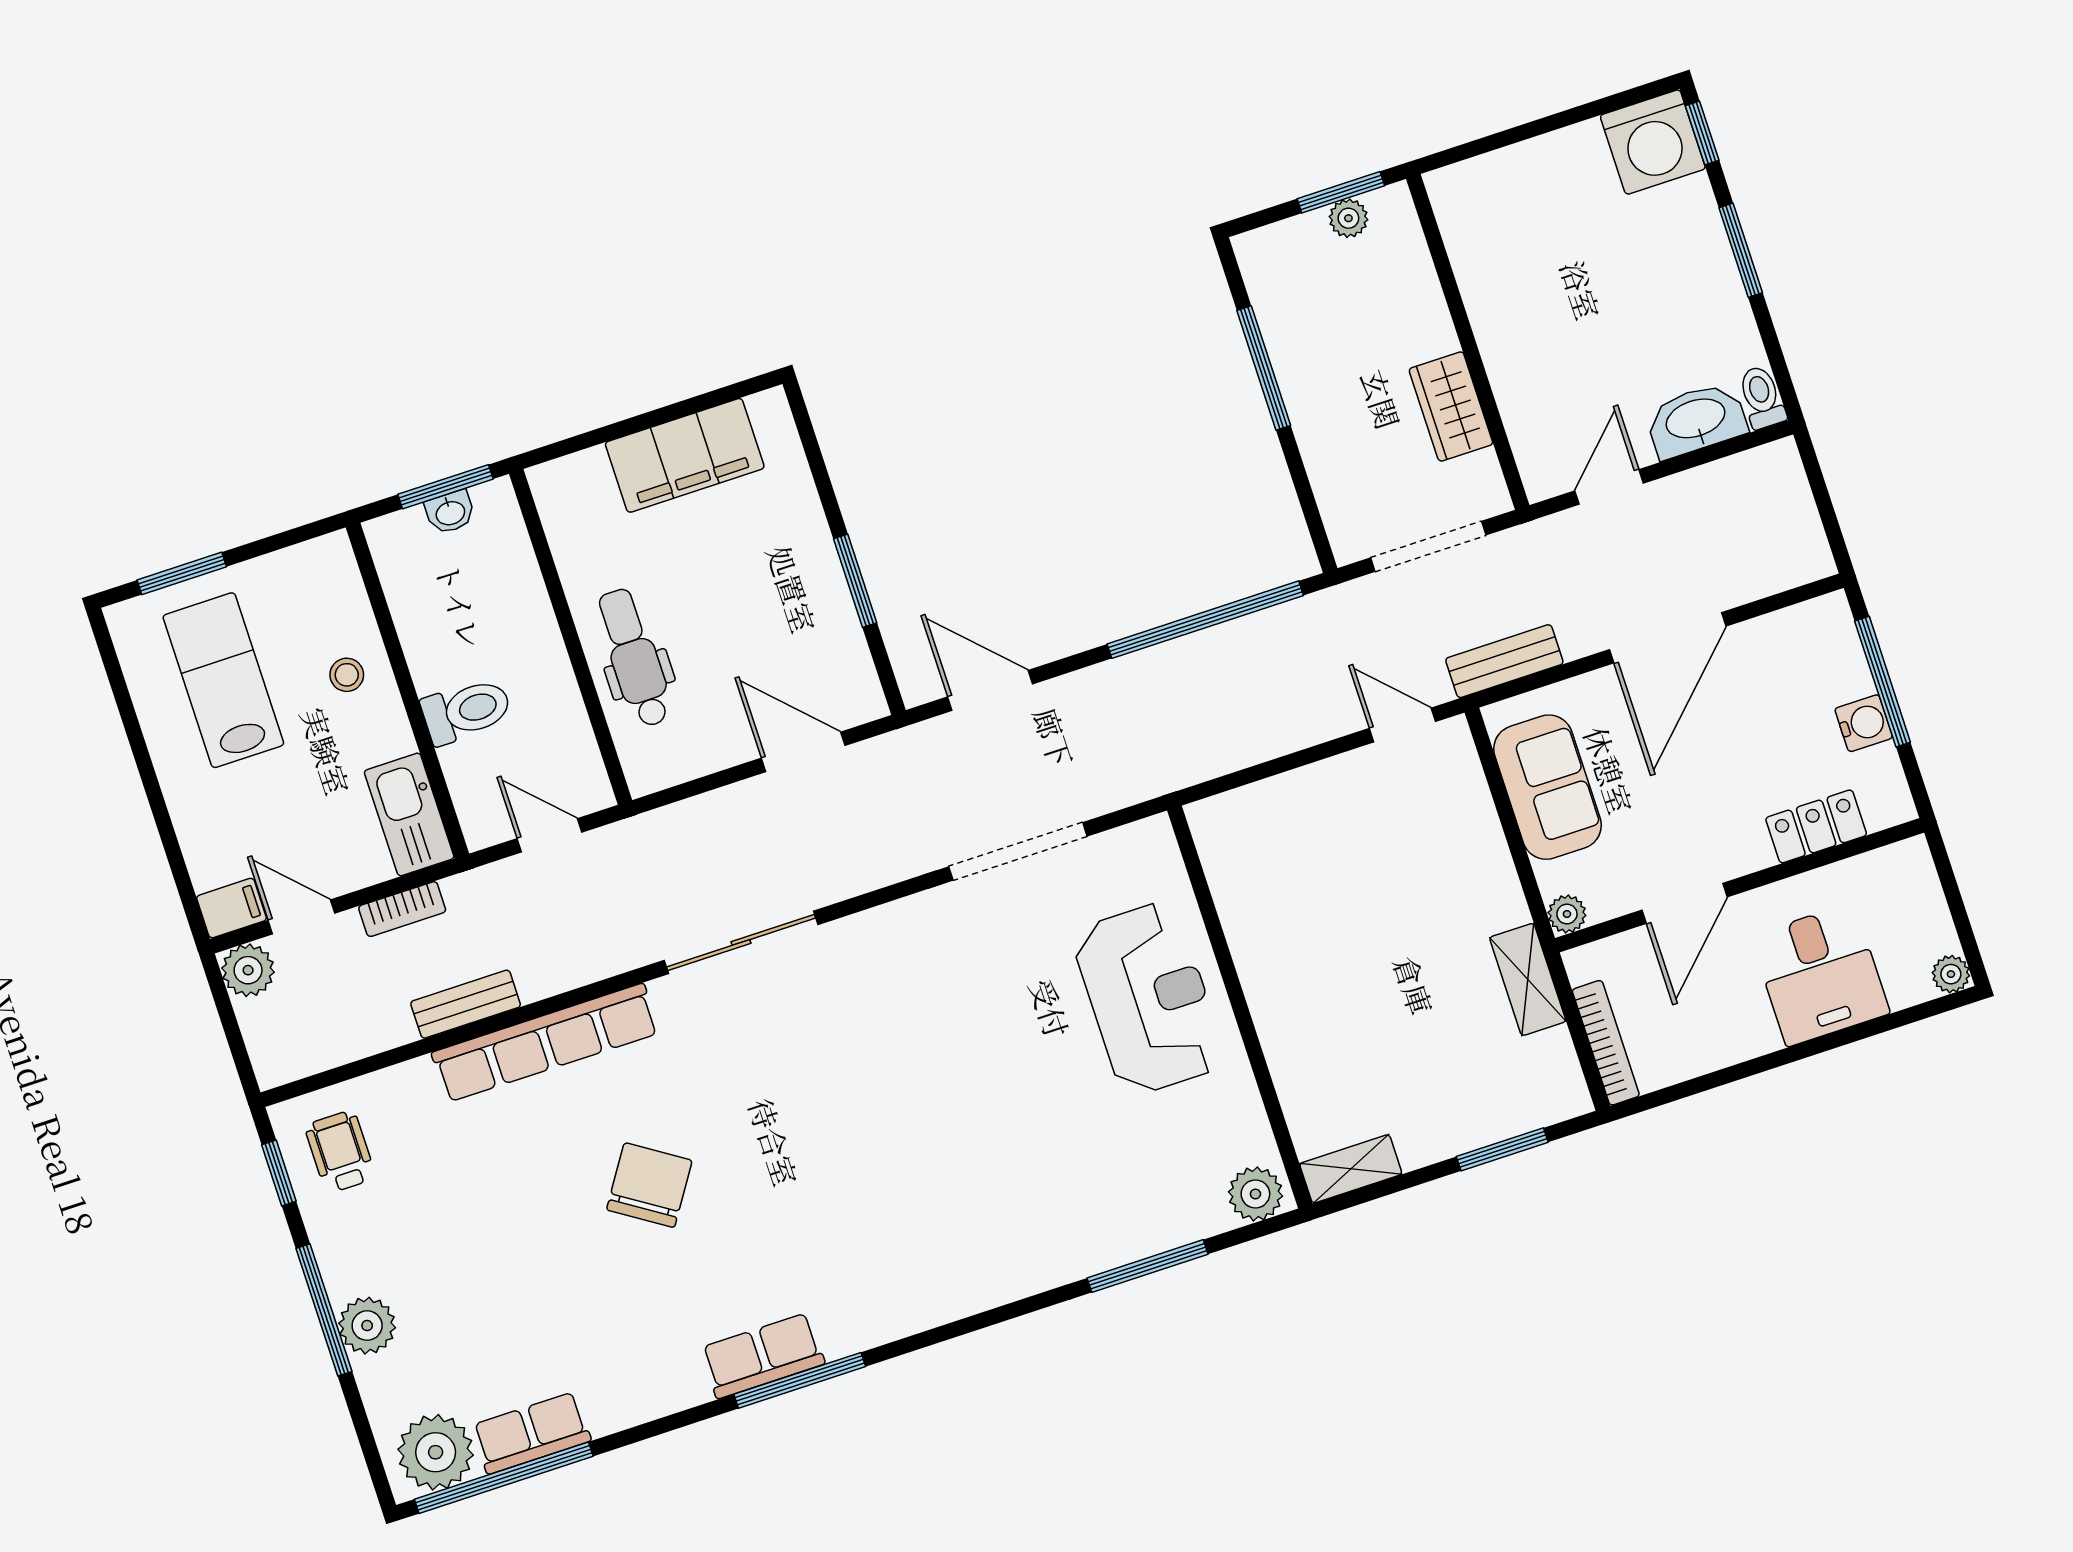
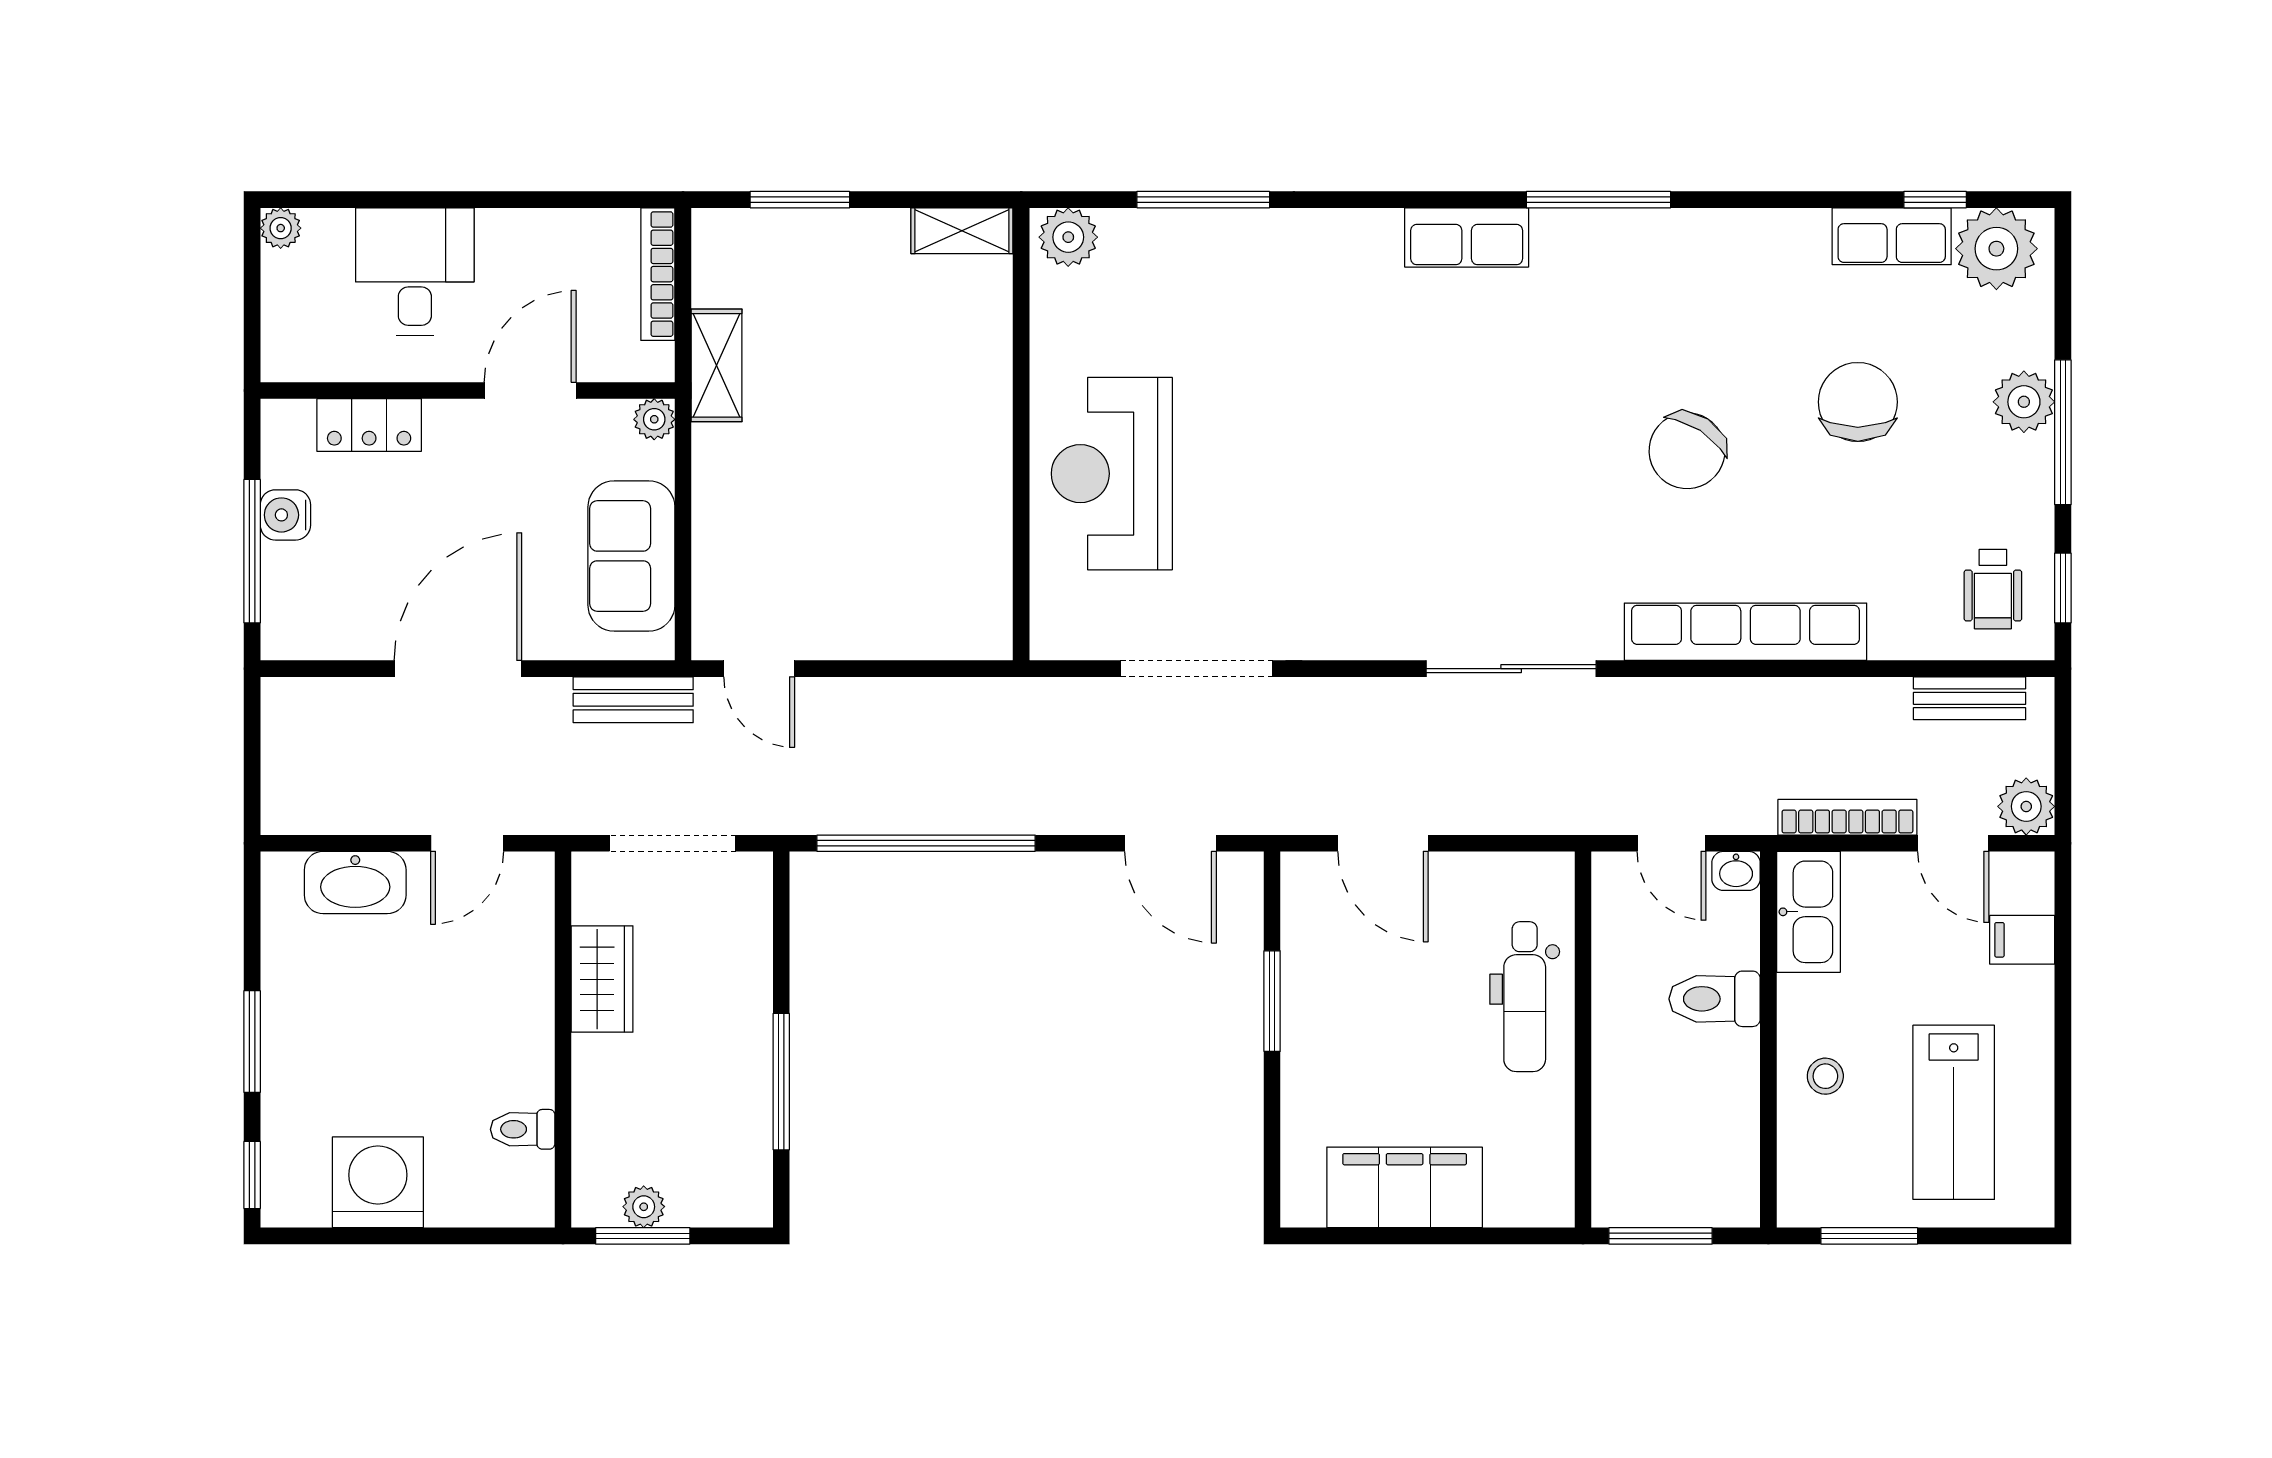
washing machine: (1653, 142) -> (378, 1182), moved
toilet: (1762, 397) -> (523, 1129), moved, turned 90
washbasin: (450, 512) -> (1736, 871), moved, turned 180
window: (182, 573) -> (1869, 1236), moved
filing cabinet: (231, 908) -> (2022, 940), moved
bookcase: (402, 909) -> (1847, 817), width x1.56
bench: (466, 1004) -> (1970, 698), moved
chair: (513, 1277) -> (1858, 402), added
row of seats: (763, 1356) -> (1467, 237), moved
window: (504, 1478) -> (1935, 200), width x0.32

